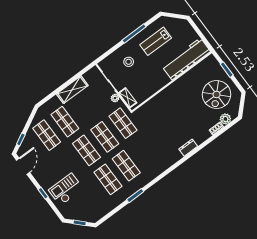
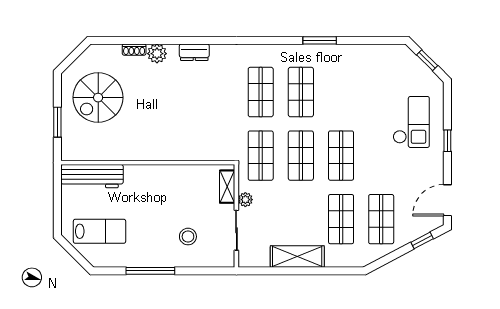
lab bench: (156, 41) -> (100, 231), moved
workbench: (186, 59) -> (92, 176), width x0.73, depth x0.76
spiral stairs: (217, 94) -> (98, 98), turned 180
plant: (225, 119) -> (157, 54), moved
shop shelf: (108, 179) -> (261, 92), moved
checkout: (66, 189) -> (411, 122), turned -90

